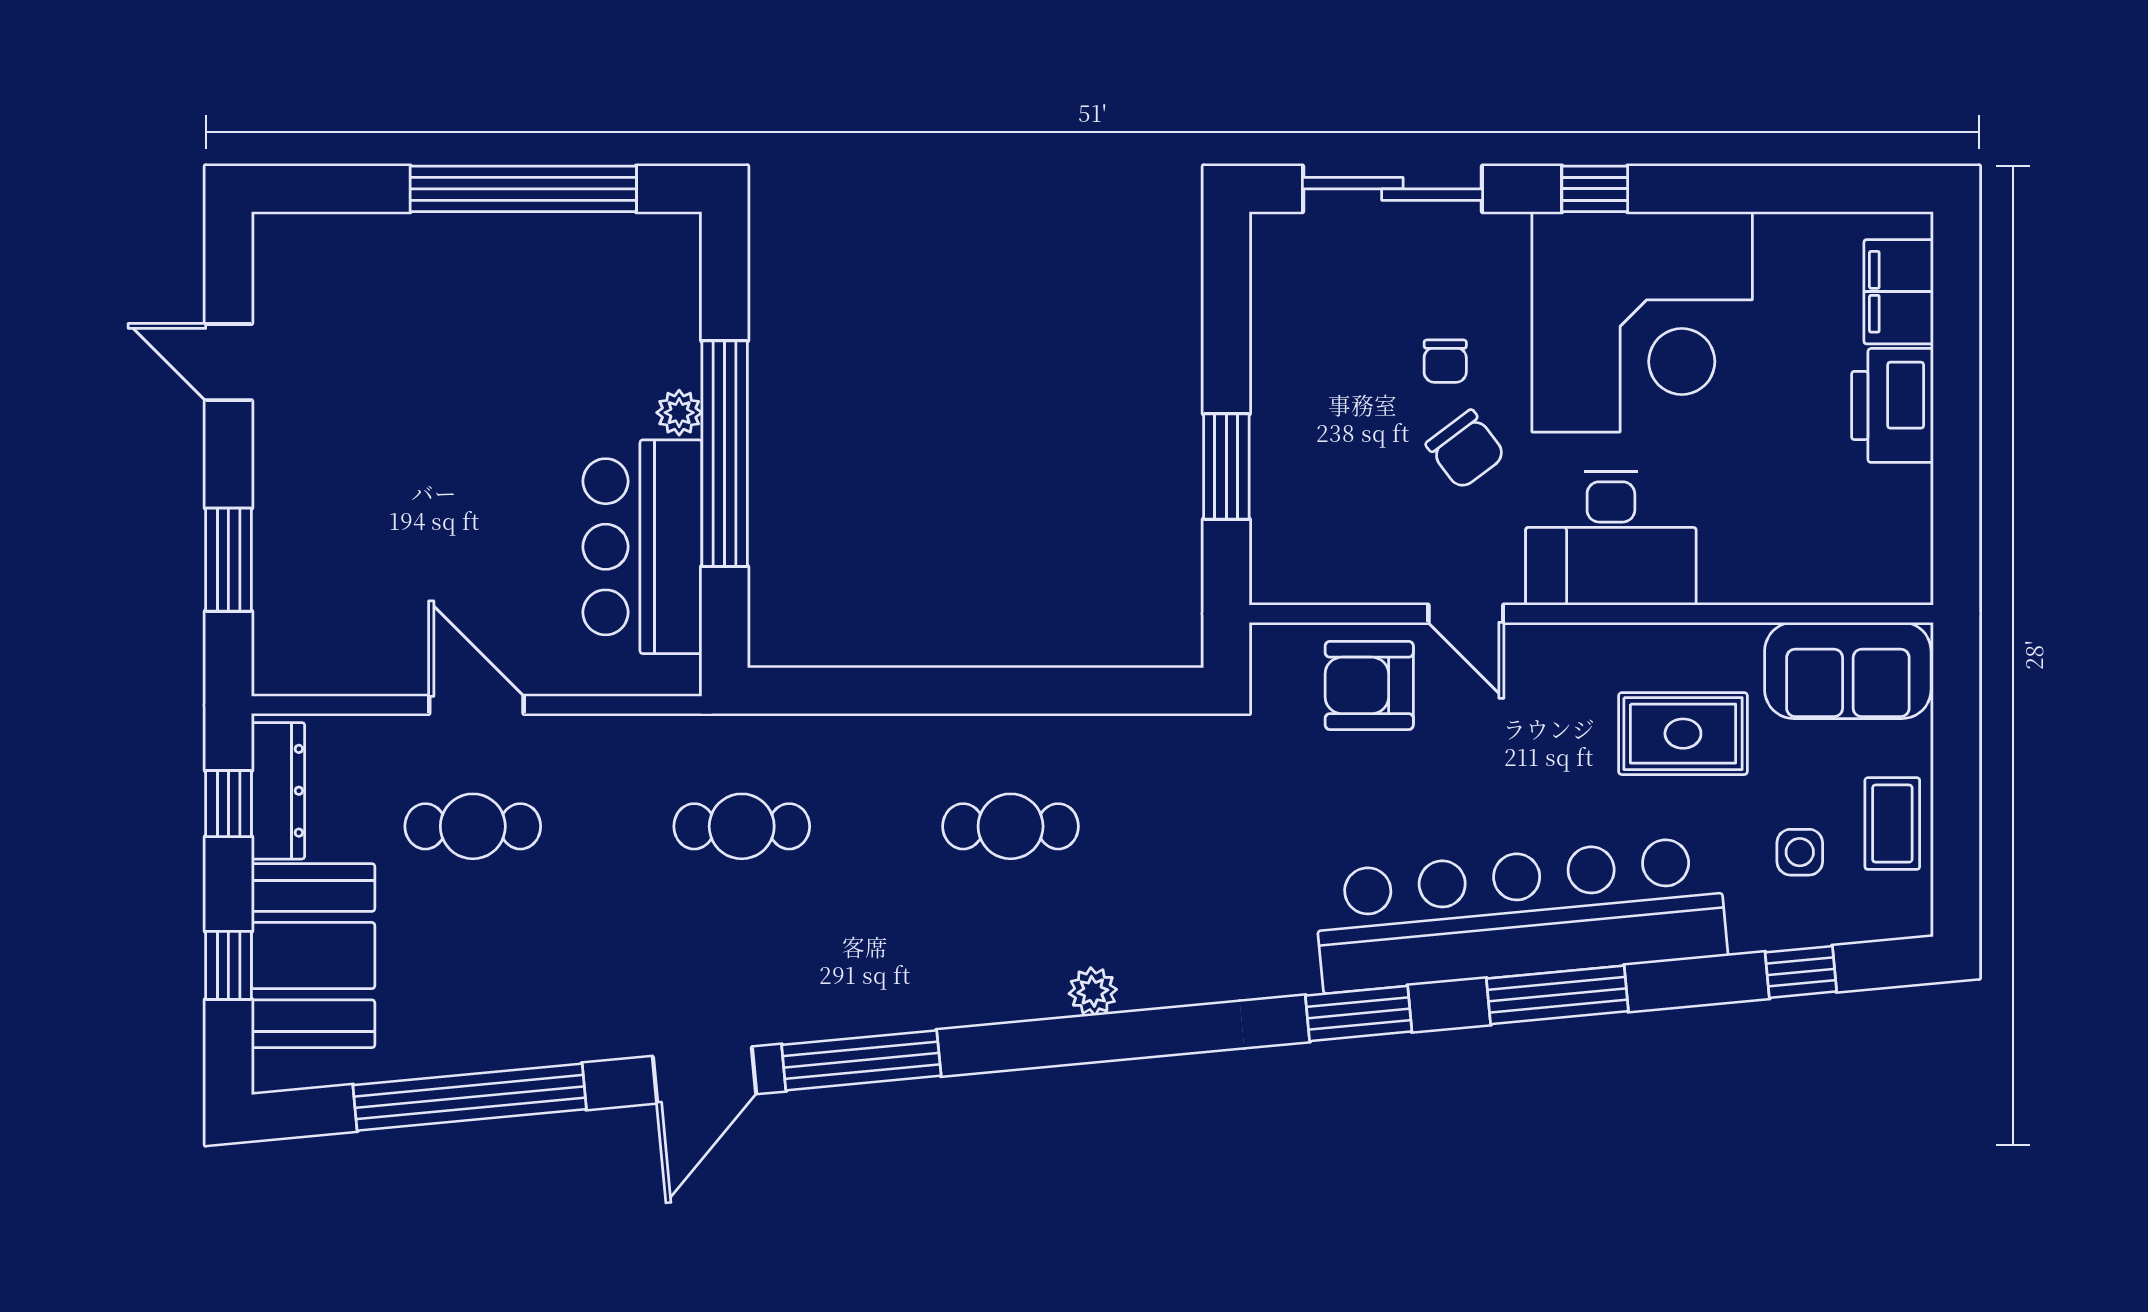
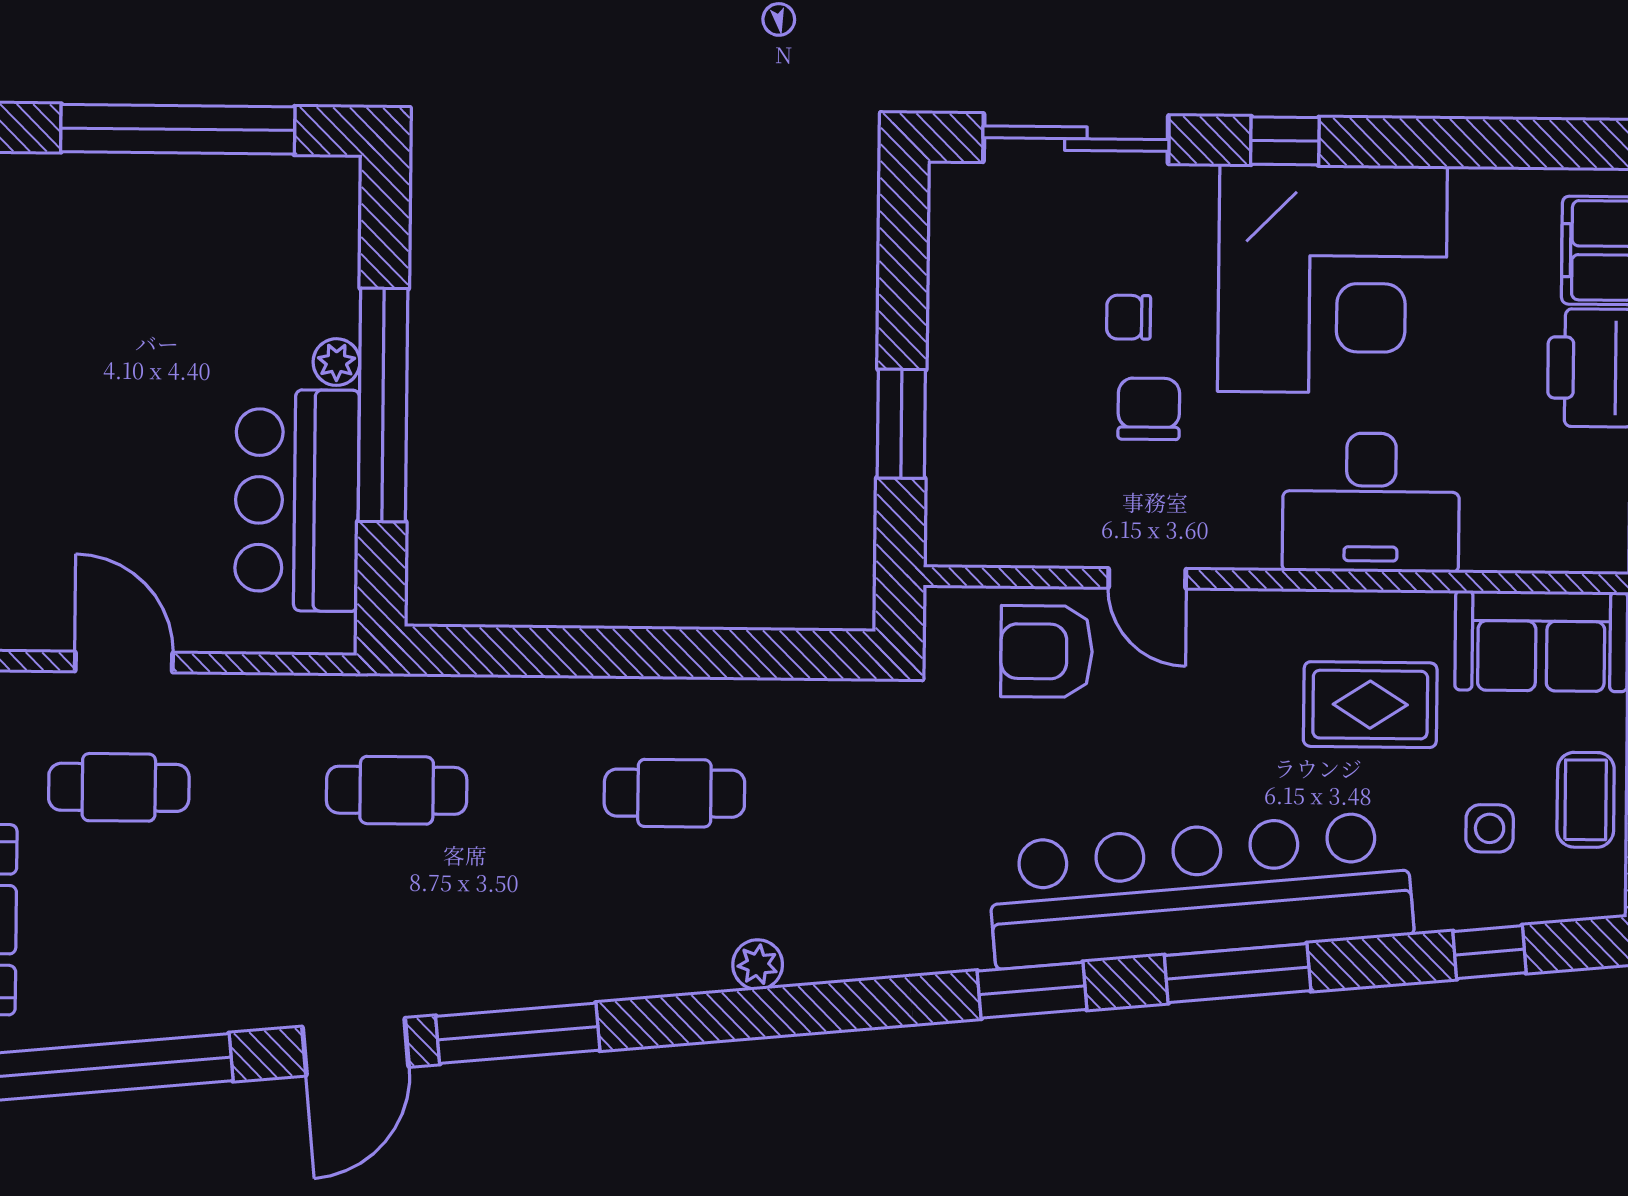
chair: (1445, 361) -> (1129, 317), turned 90
chair: (1466, 450) -> (1149, 409), turned -143
desk: (1611, 538) -> (1371, 503), moved

